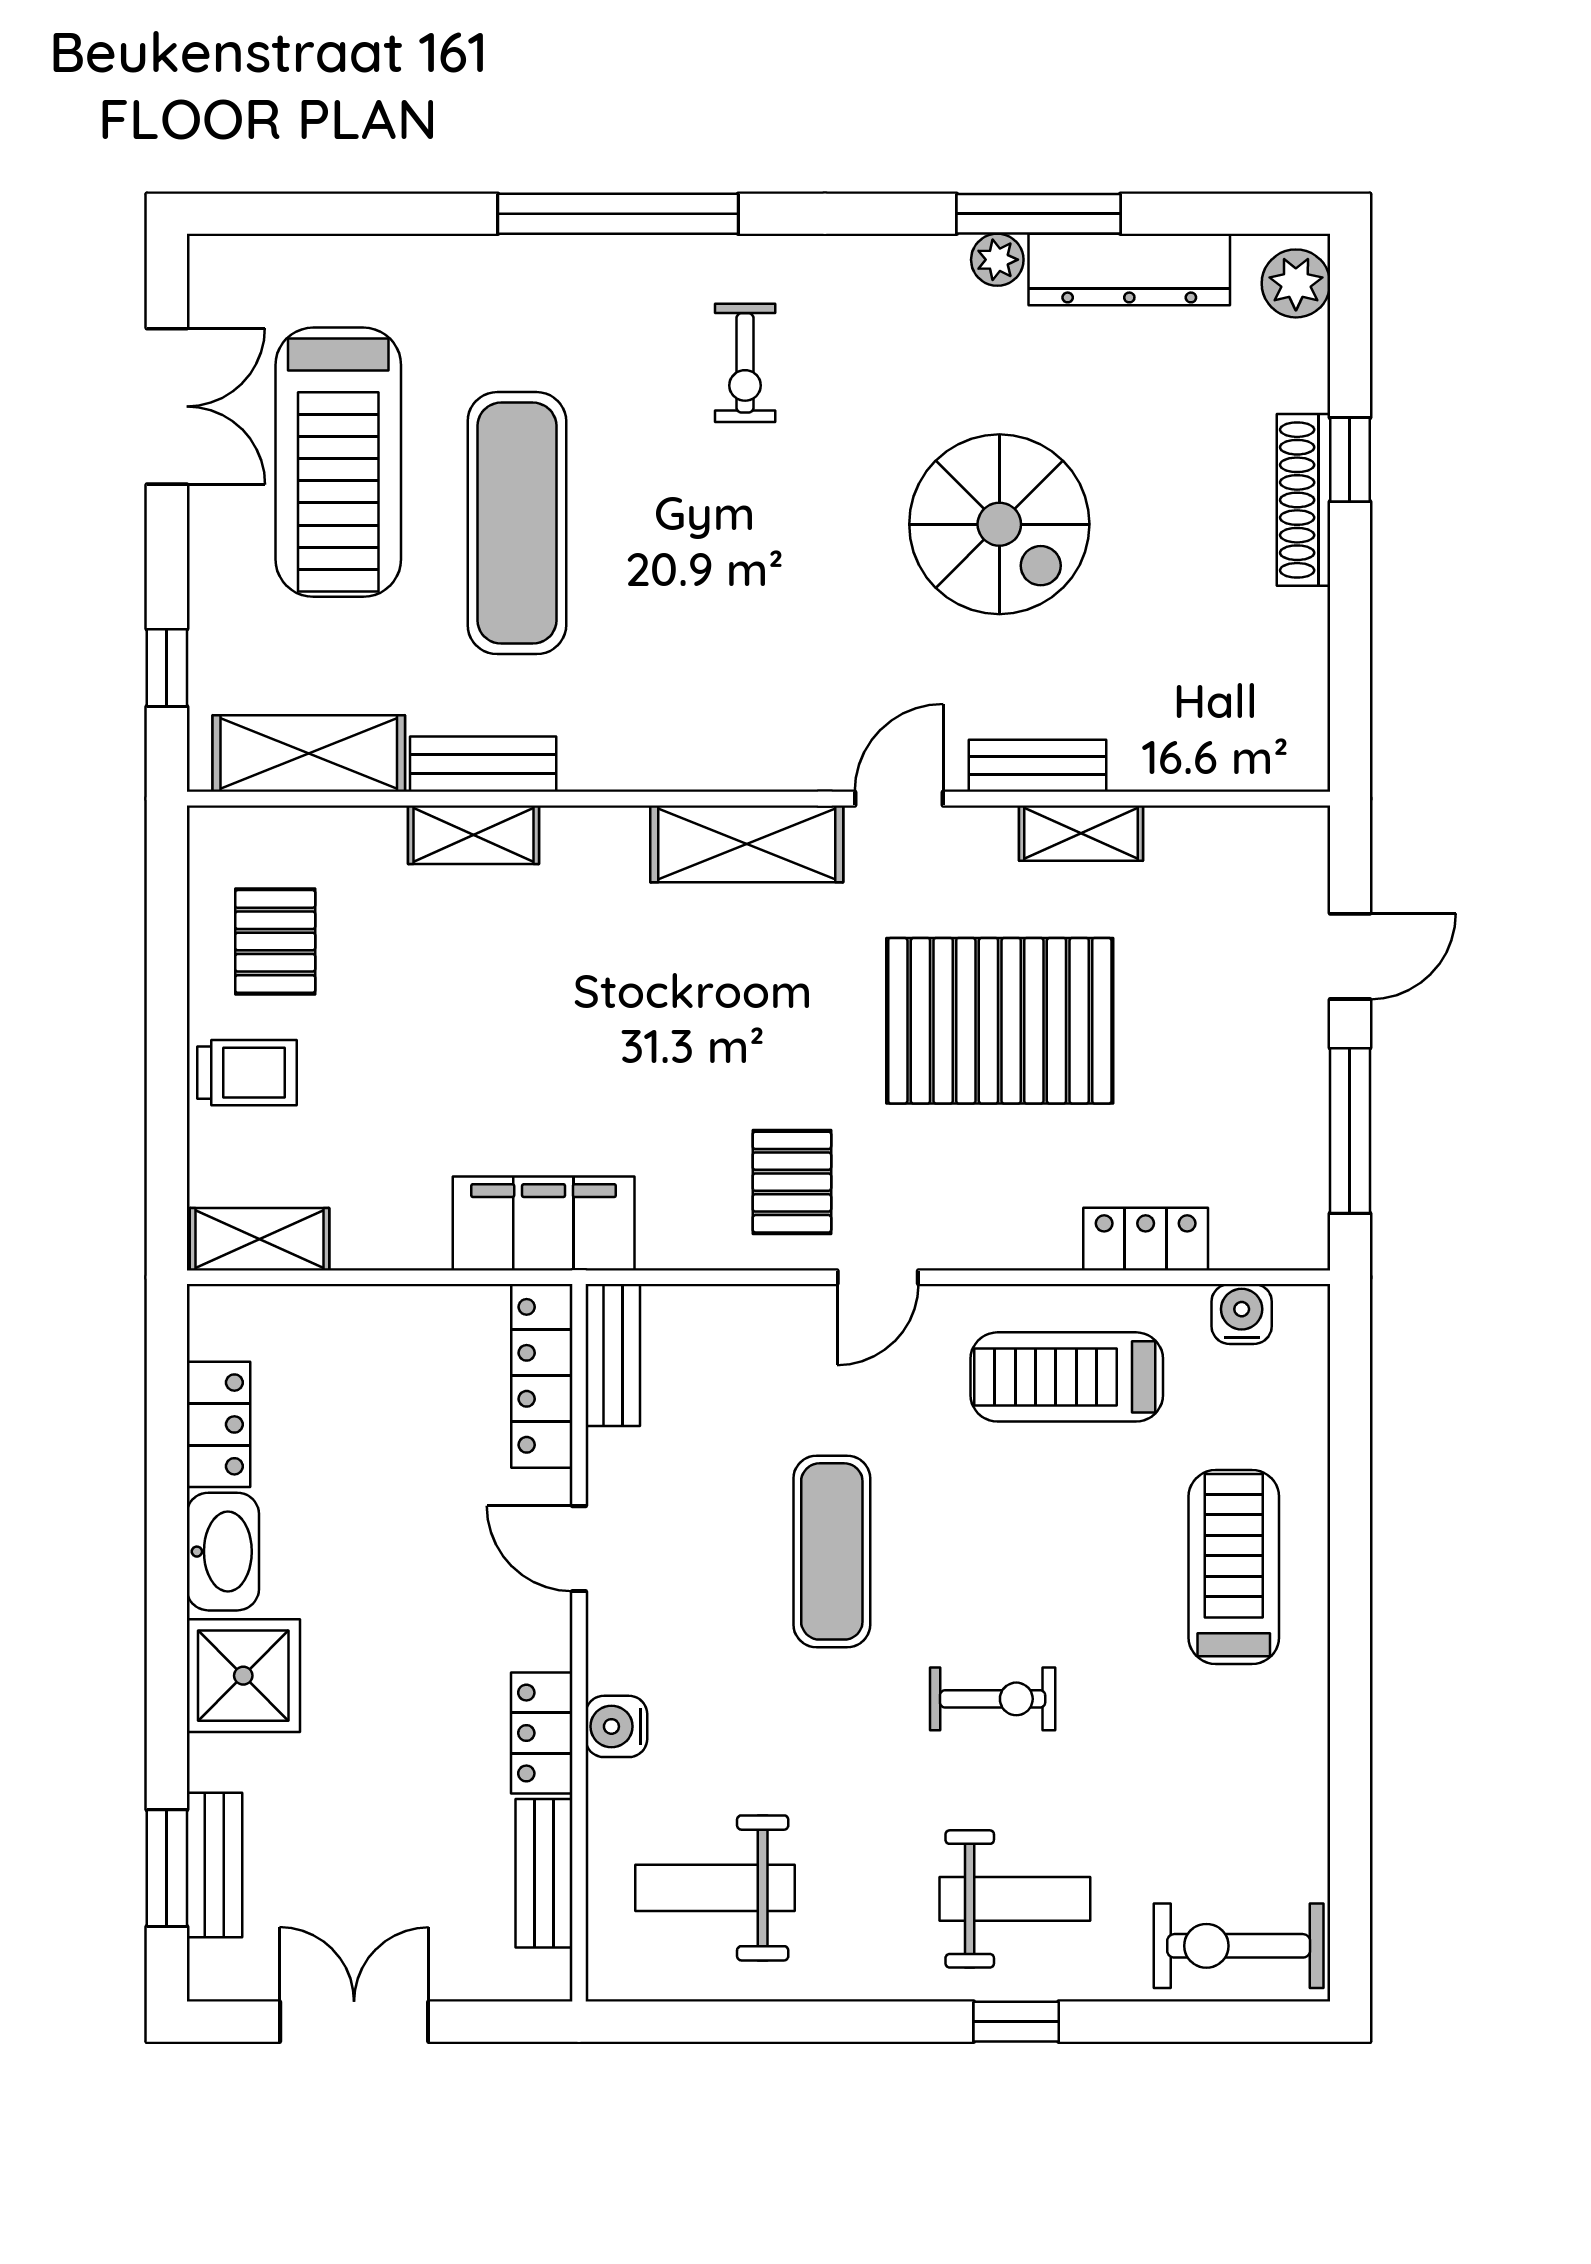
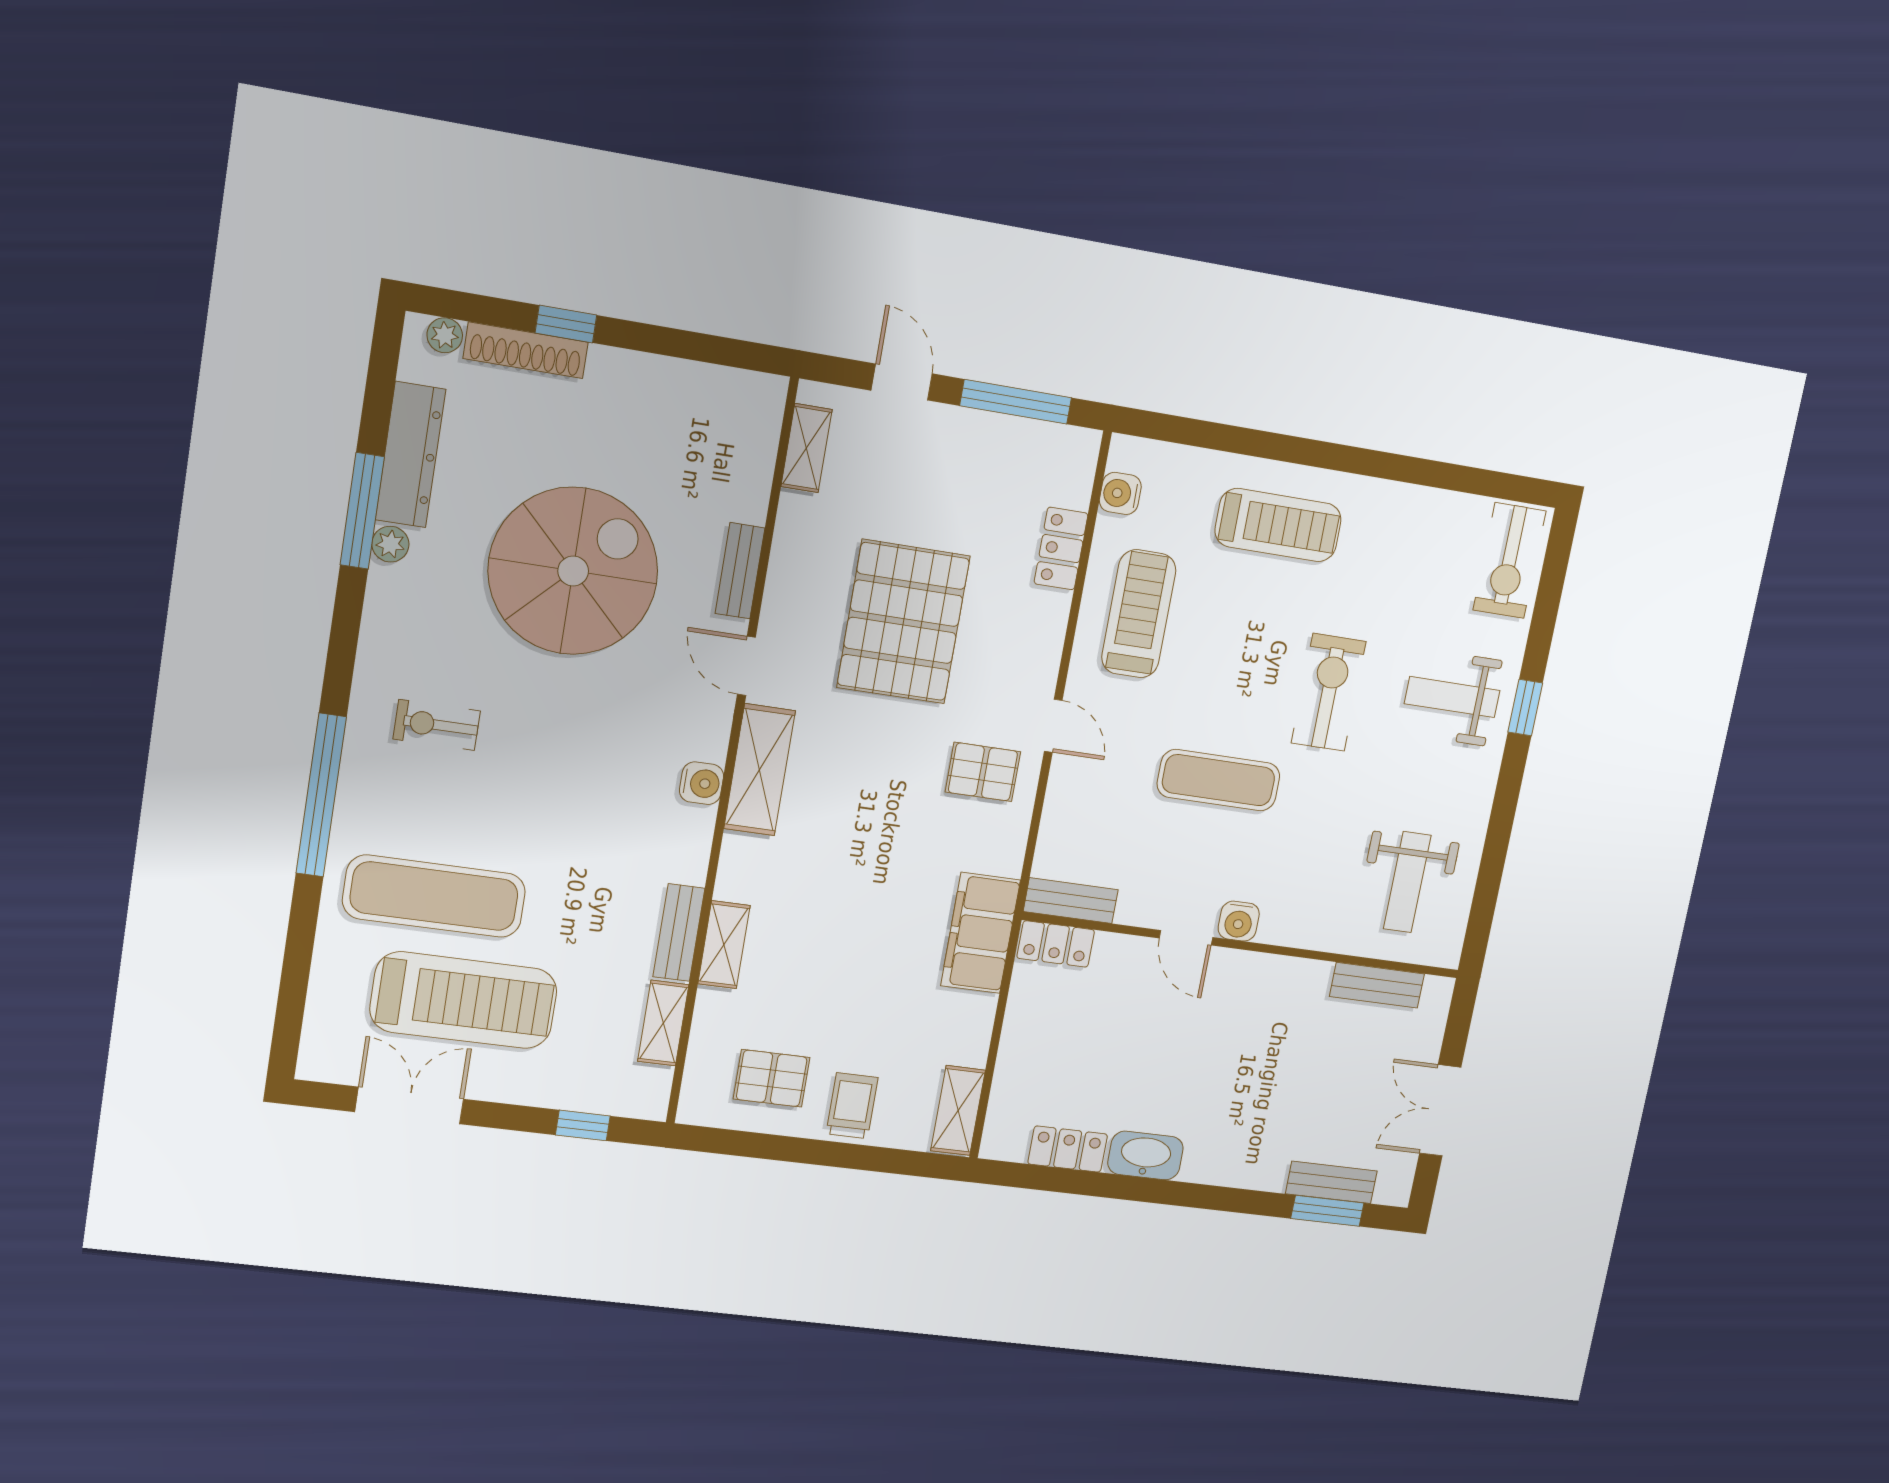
plant: (1296, 283) -> (445, 335), width x0.73, depth x0.73
exercise bike: (745, 363) -> (437, 725), turned 180
shoe rack: (1303, 500) -> (526, 350), moved
exercise mat: (517, 523) -> (434, 896), moved
spiral stairs: (999, 524) -> (573, 571), width x1.37, depth x1.37
shelving: (309, 754) -> (663, 1023), width x0.67, depth x0.75
water cooler: (714, 761) -> (702, 783), added
shelving: (1081, 833) -> (806, 448), moved
locker: (542, 1376) -> (1056, 944), width x0.66
treadmill: (1067, 1377) -> (1139, 614), turned 180
door: (579, 1549) -> (1186, 938), hinge flipped
treadmill: (1234, 1567) -> (1278, 525), turned 180
shower: (243, 1676) -> (1223, 1152), removed
exercise bike: (993, 1699) -> (1329, 692), width x1.38, depth x1.39
water cooler: (616, 1726) -> (1239, 921), moved
locker: (542, 1733) -> (1293, 976), removed
weight bench: (1015, 1899) -> (1452, 697), turned -90

